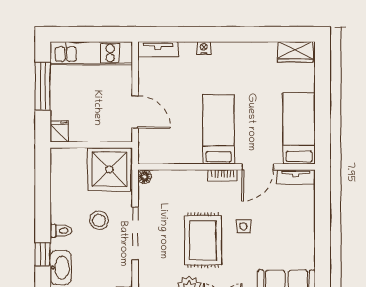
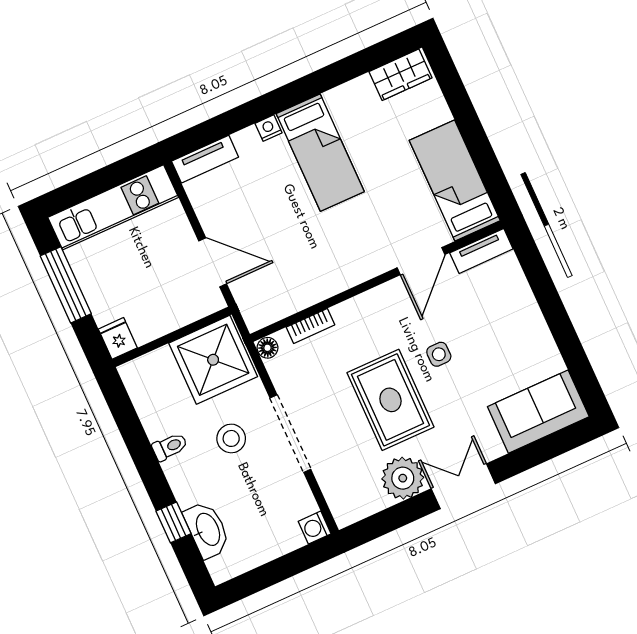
bed: (219, 129) -> (320, 153), moved, turned 180
bookcase: (222, 175) -> (310, 326), moved
toilet: (61, 231) -> (170, 447), moved

